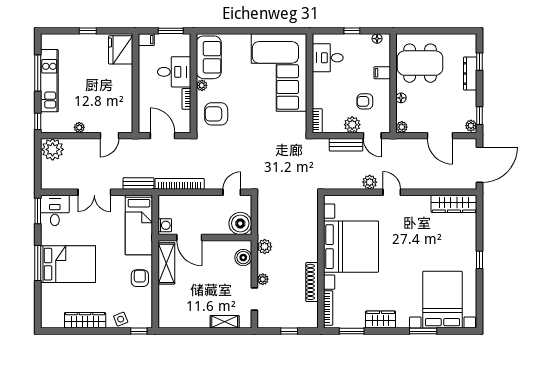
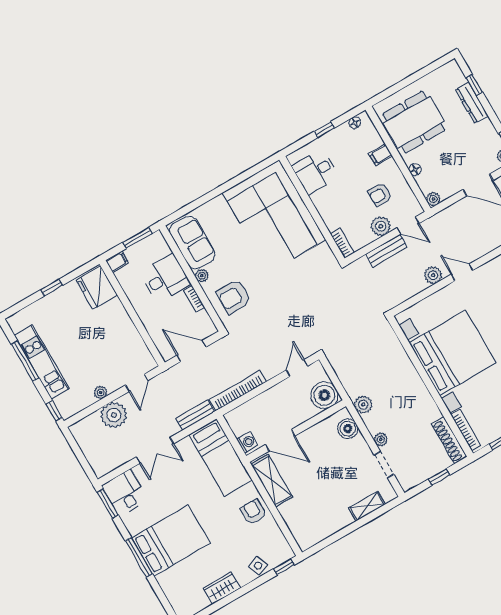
plant: (53, 149) -> (114, 415), moved
shoe rack: (312, 282) -> (449, 440), moved
wardrobe: (85, 320) -> (222, 588), width x0.67

